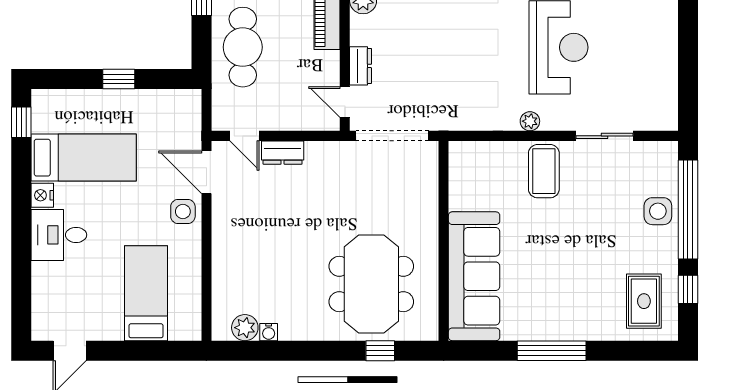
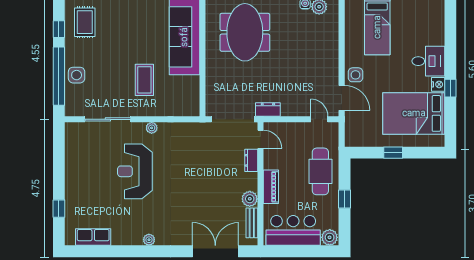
window: (21, 122) -> (450, 88), moved
sliding door: (604, 136) -> (108, 119), width x1.37
dresser: (283, 153) -> (268, 109), moved
bed: (84, 158) -> (414, 113), width x1.50
coffee table: (544, 171) -> (144, 80), moved

